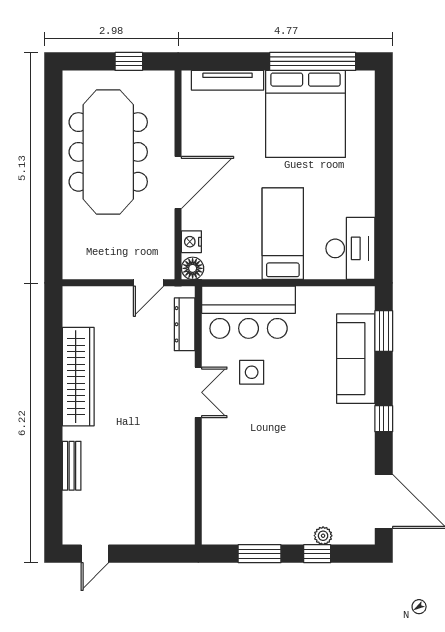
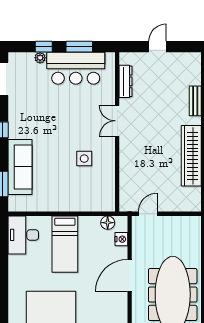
floor lamp: (193, 268) -> (108, 223), moved
bar counter: (249, 312) -> (76, 68), moved, turned 180
dresser: (185, 324) -> (126, 81), moved
double door: (198, 392) -> (117, 121), moved
door: (95, 554) -> (157, 47), moved

